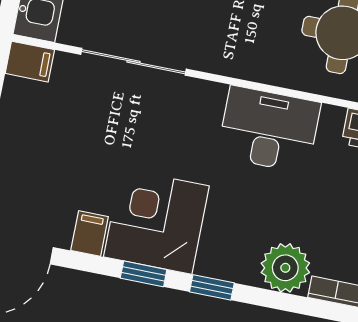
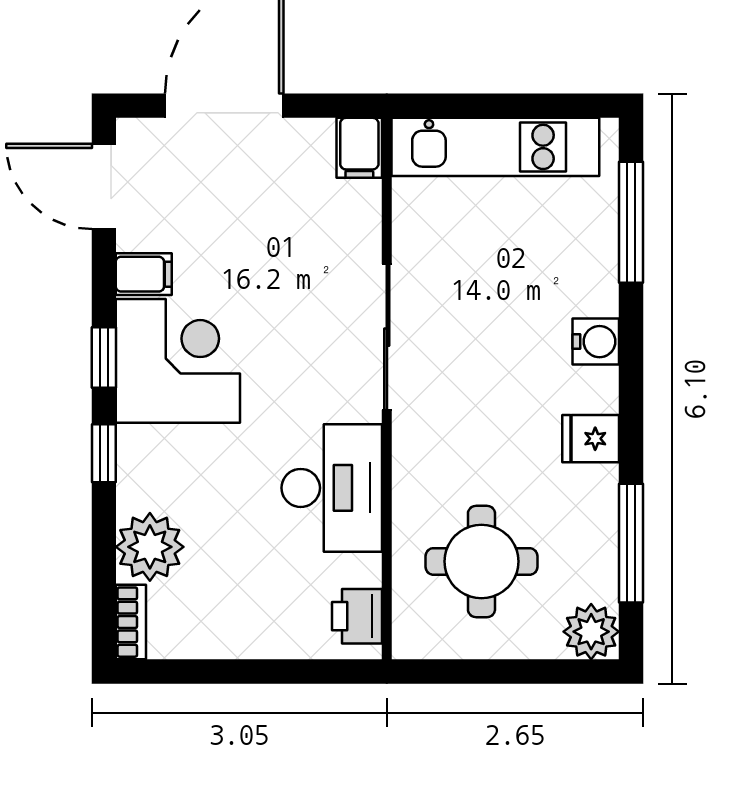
sliding door: (134, 62) -> (387, 337), moved

